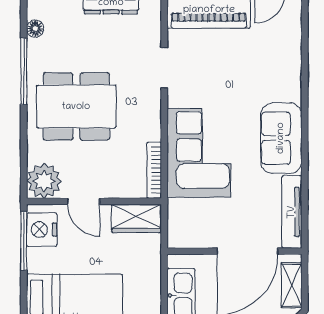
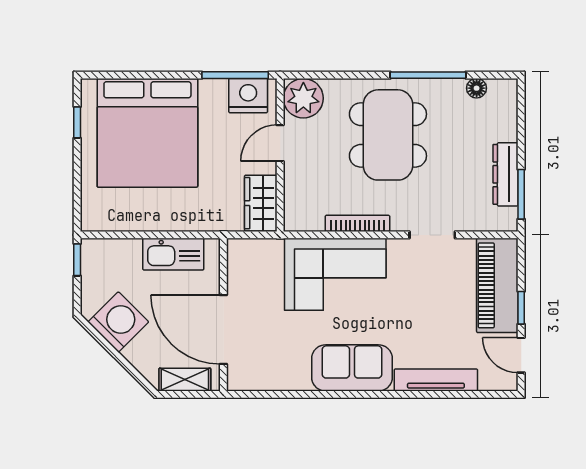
bookcase: (154, 170) -> (357, 223), moved
tv unit: (292, 212) -> (436, 380), moved

